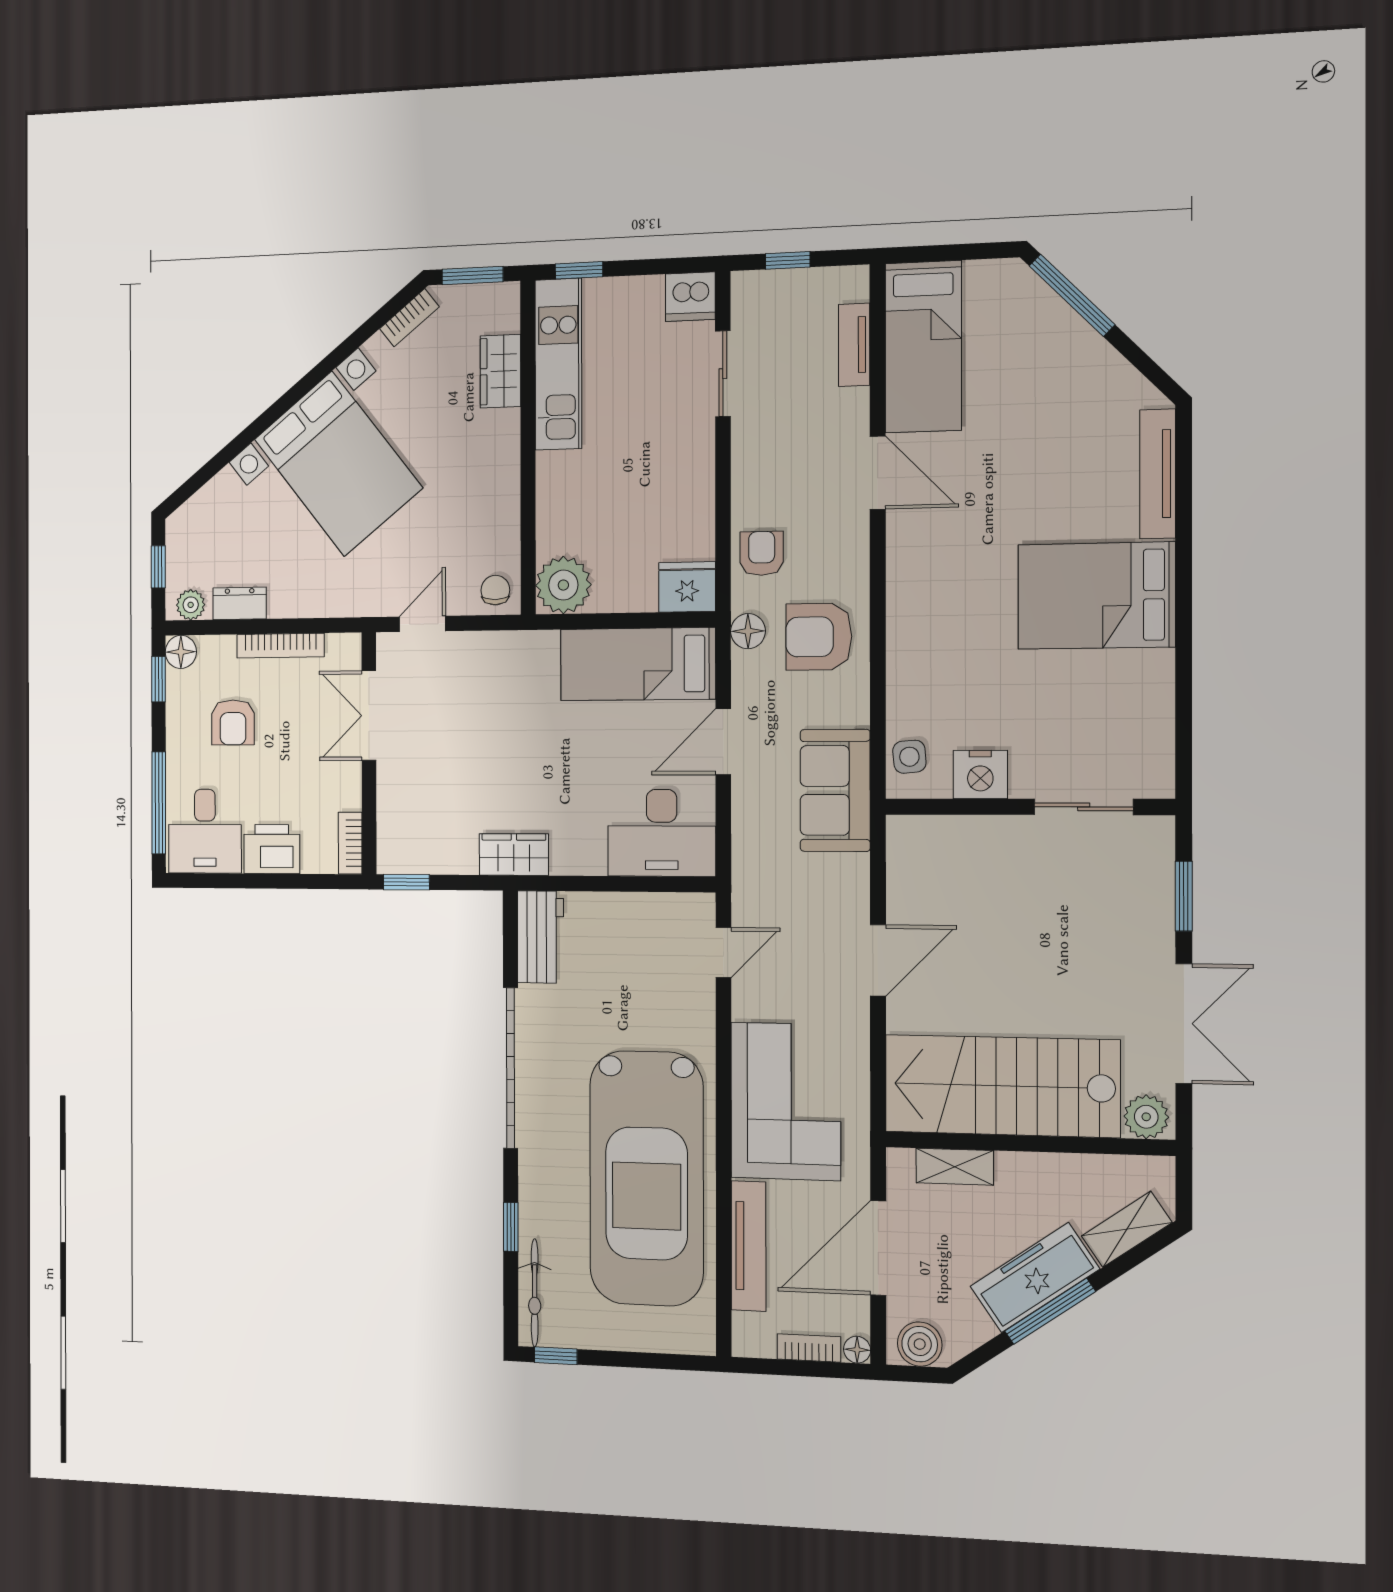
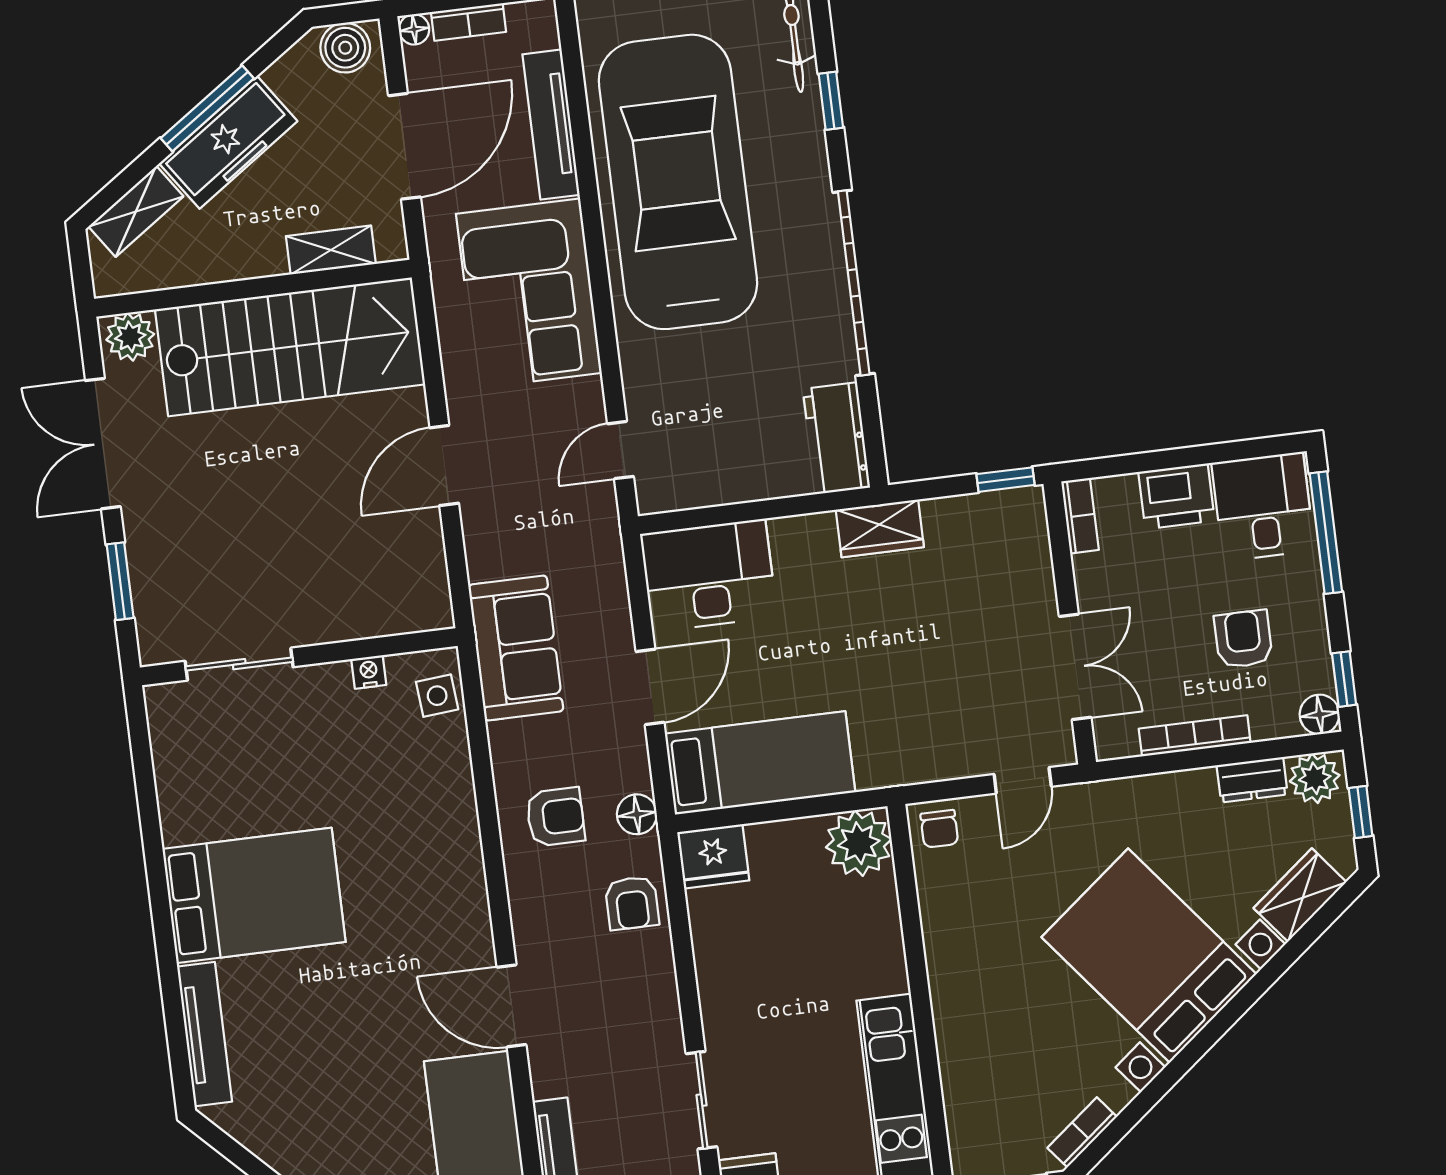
wardrobe: (500, 371) -> (1300, 895), moved, turned -129
plant: (191, 605) -> (1315, 778), width x1.38, depth x1.38
armchair: (819, 637) -> (555, 817), width x0.72, depth x0.72
nightstand: (980, 775) -> (369, 672), width x0.53, depth x0.56

